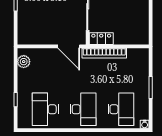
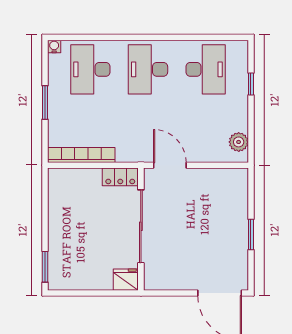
bookcase: (104, 53) -> (81, 155), moved

